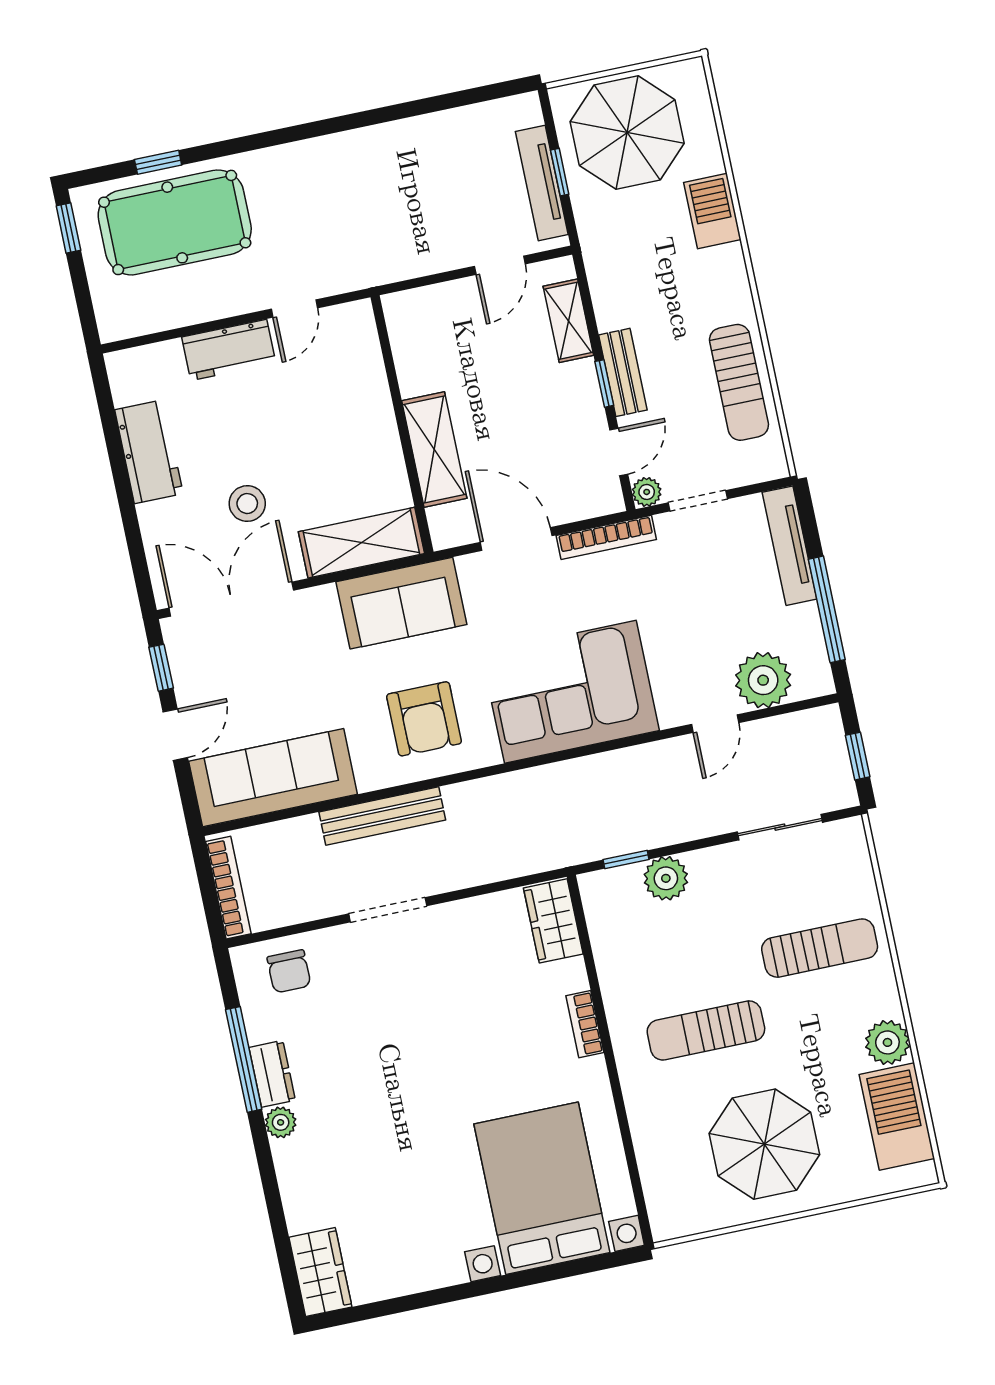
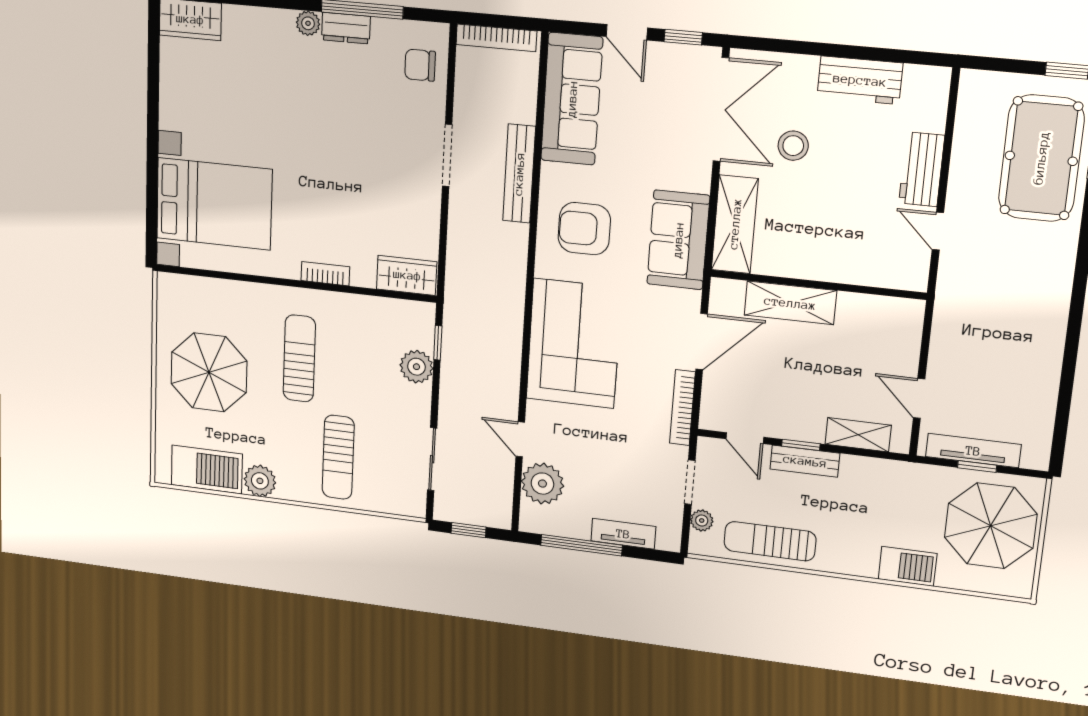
plant: (647, 492) -> (702, 521), moved
tv unit: (790, 546) -> (623, 534), width x0.71

